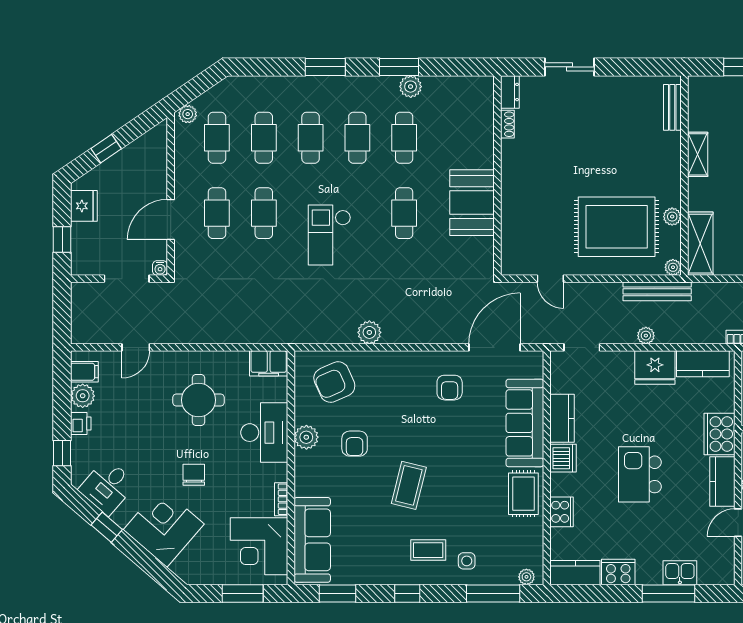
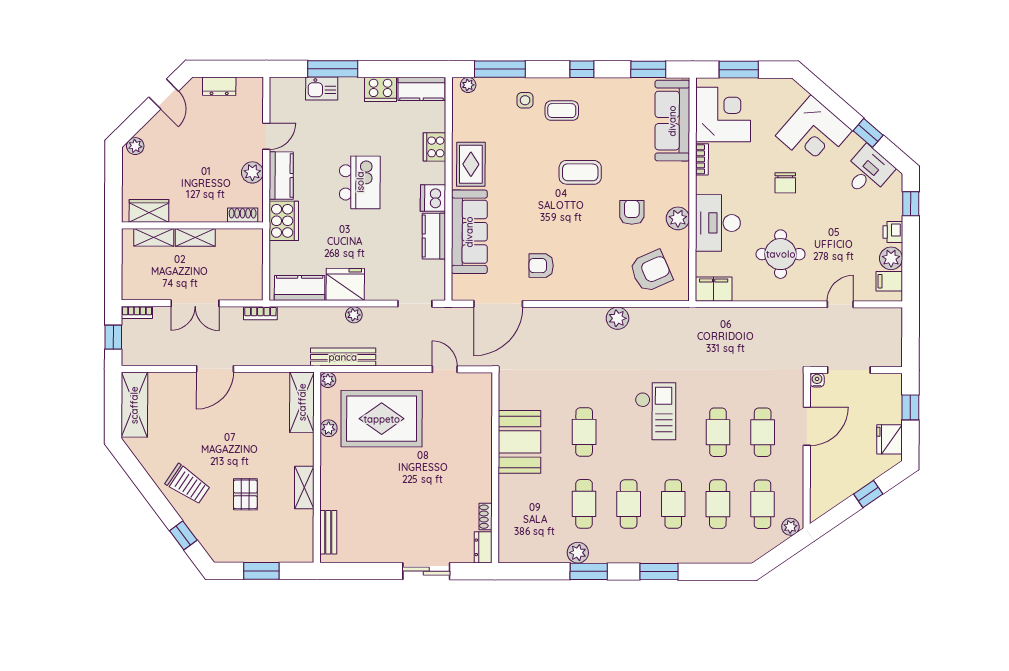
armchair: (450, 388) -> (541, 266), turned -90
coffee table: (409, 485) -> (580, 172), turned 76

